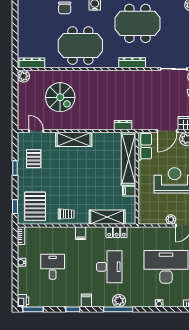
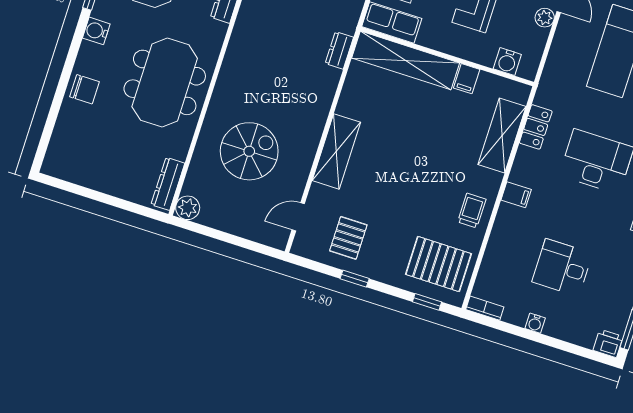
pallet: (34, 159) -> (348, 238), turned 90
water cooler: (144, 208) -> (507, 62), added

